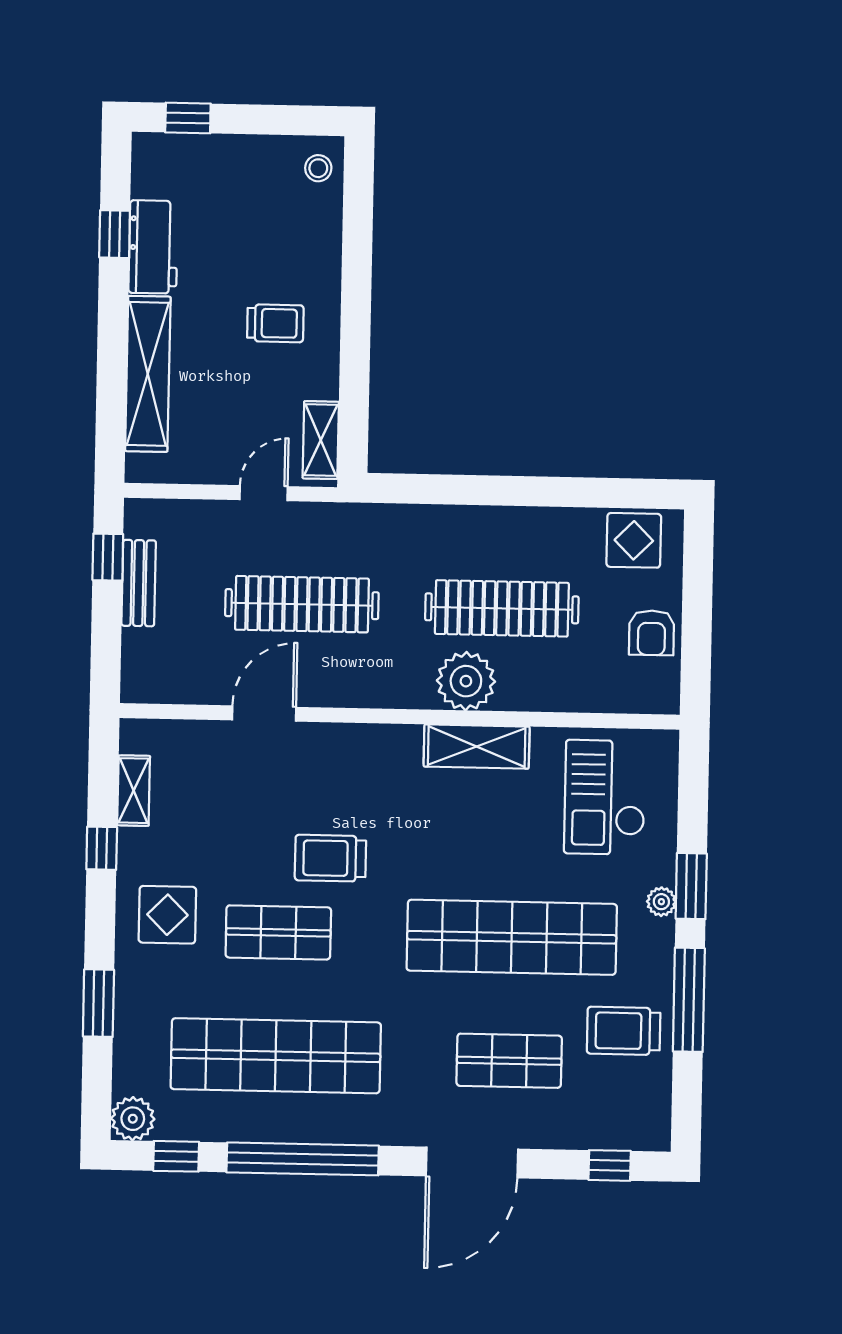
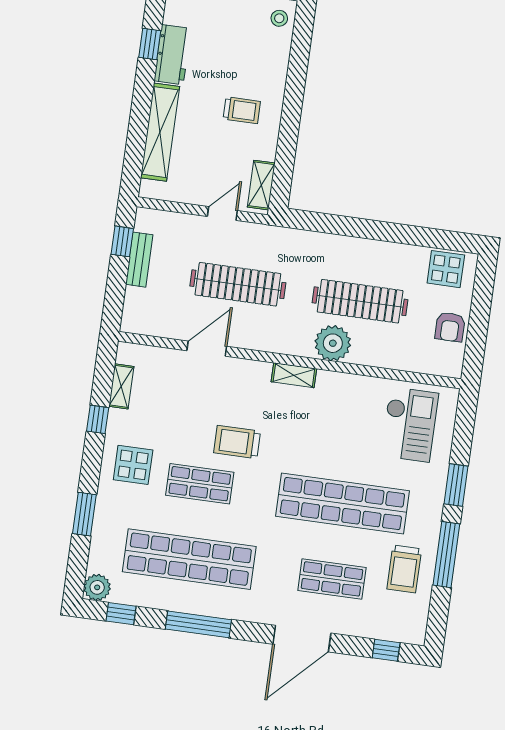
shelving: (477, 747) -> (294, 375), moved, width x0.67, depth x0.75
checkout: (605, 797) -> (410, 424), turned 180
plant: (661, 902) -> (437, 492), removed
trolley: (624, 1031) -> (404, 569), turned -90
window: (303, 1159) -> (198, 624), width x0.68

